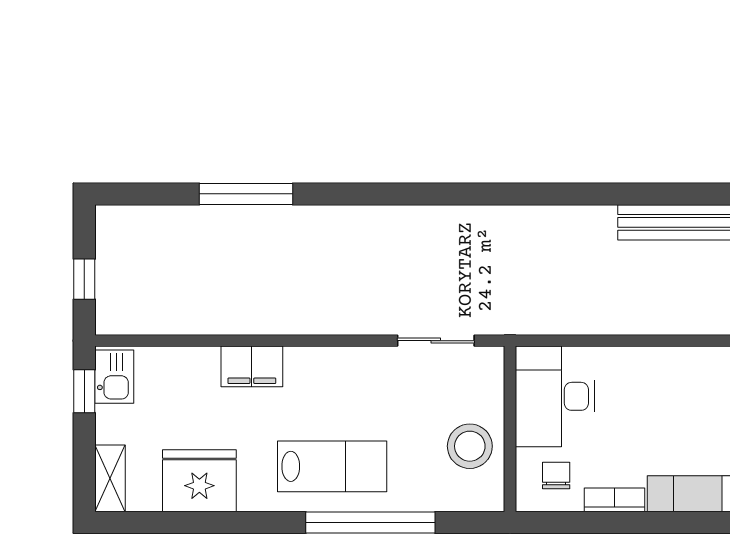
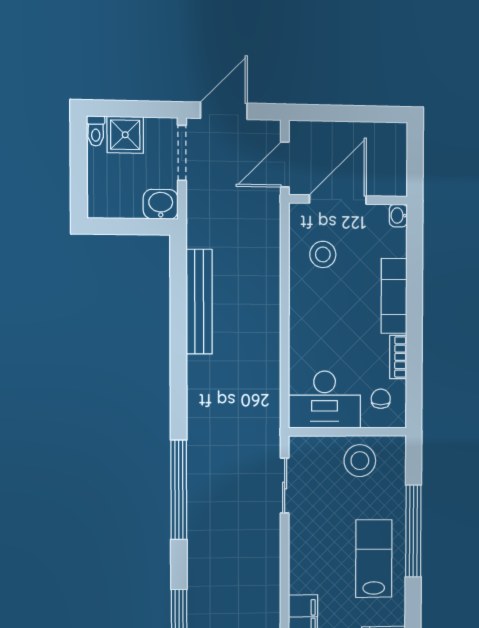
window: (431, 194) -> (179, 490), added
chair: (556, 475) -> (381, 399), turned 90

